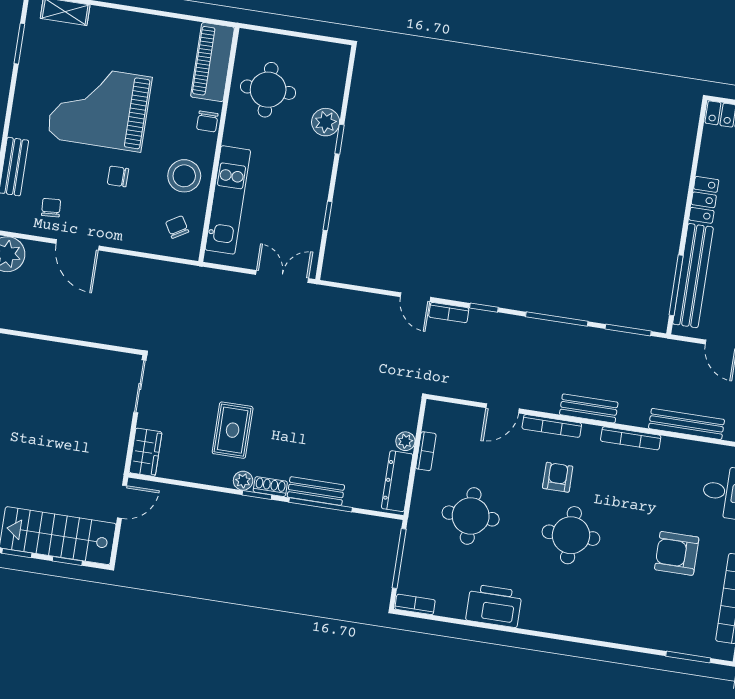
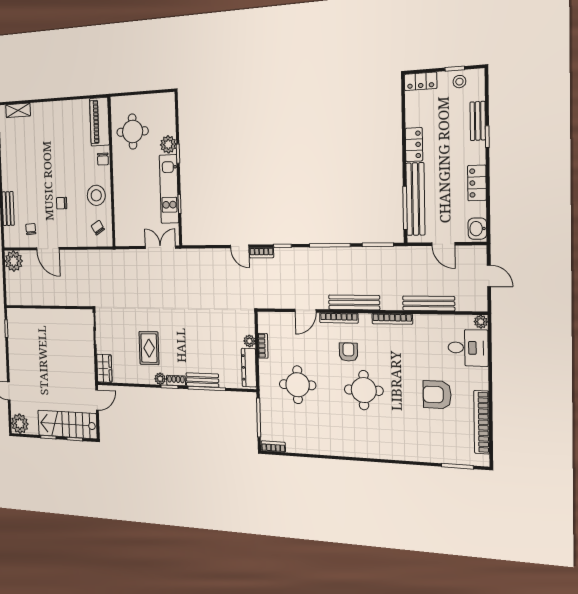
grand piano: (99, 107) -> (45, 164), removed
kitchen unit: (228, 200) -> (169, 189), moved, turned 180
bench: (589, 408) -> (354, 302), width x1.36
printer: (494, 606) -> (322, 443), removed

